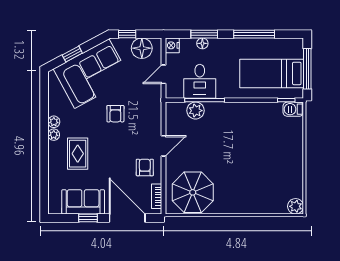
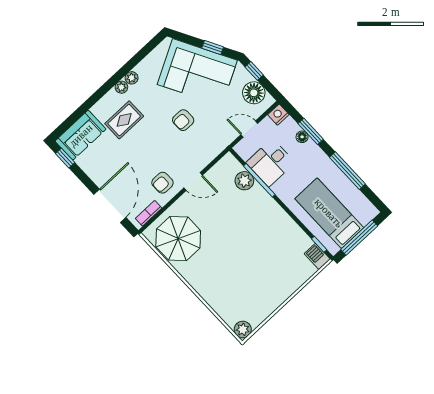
window: (72, 54) -> (213, 47), moved
armchair: (145, 167) -> (162, 183), turned 180
sofa: (83, 202) -> (81, 135), moved, turned 90
window: (88, 218) -> (65, 158), moved

